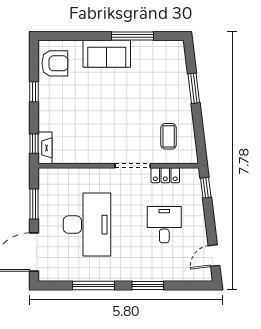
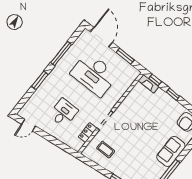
window: (34, 92) -> (173, 94), moved
window: (206, 188) -> (66, 148), removed
desk: (164, 225) -> (64, 113), turned -90
door: (214, 256) -> (29, 125), swing flipped

